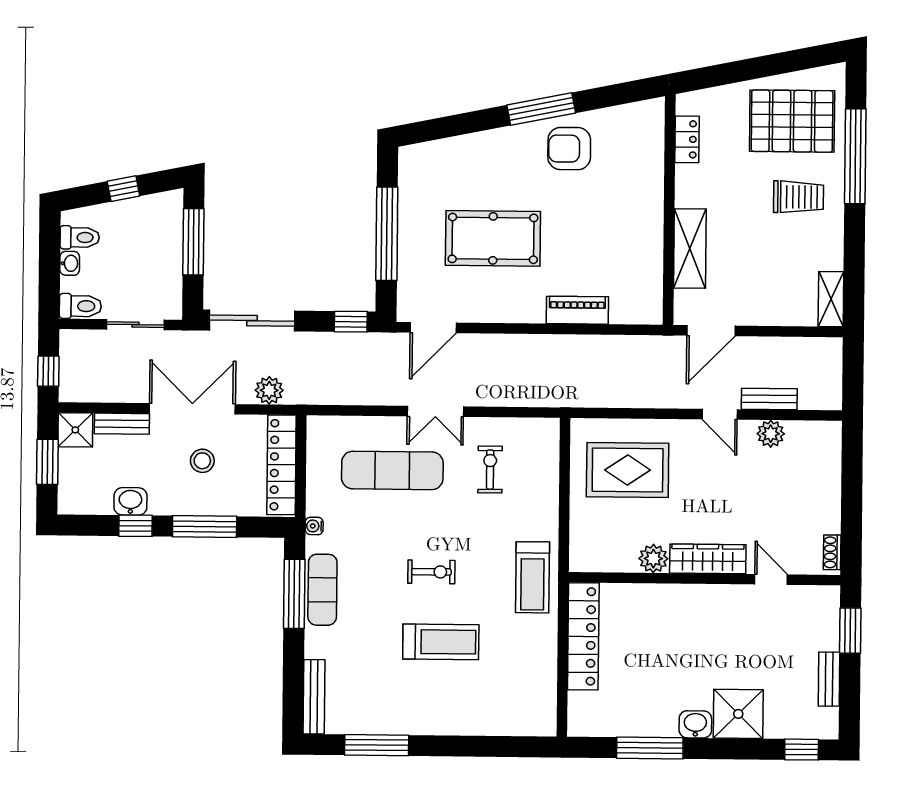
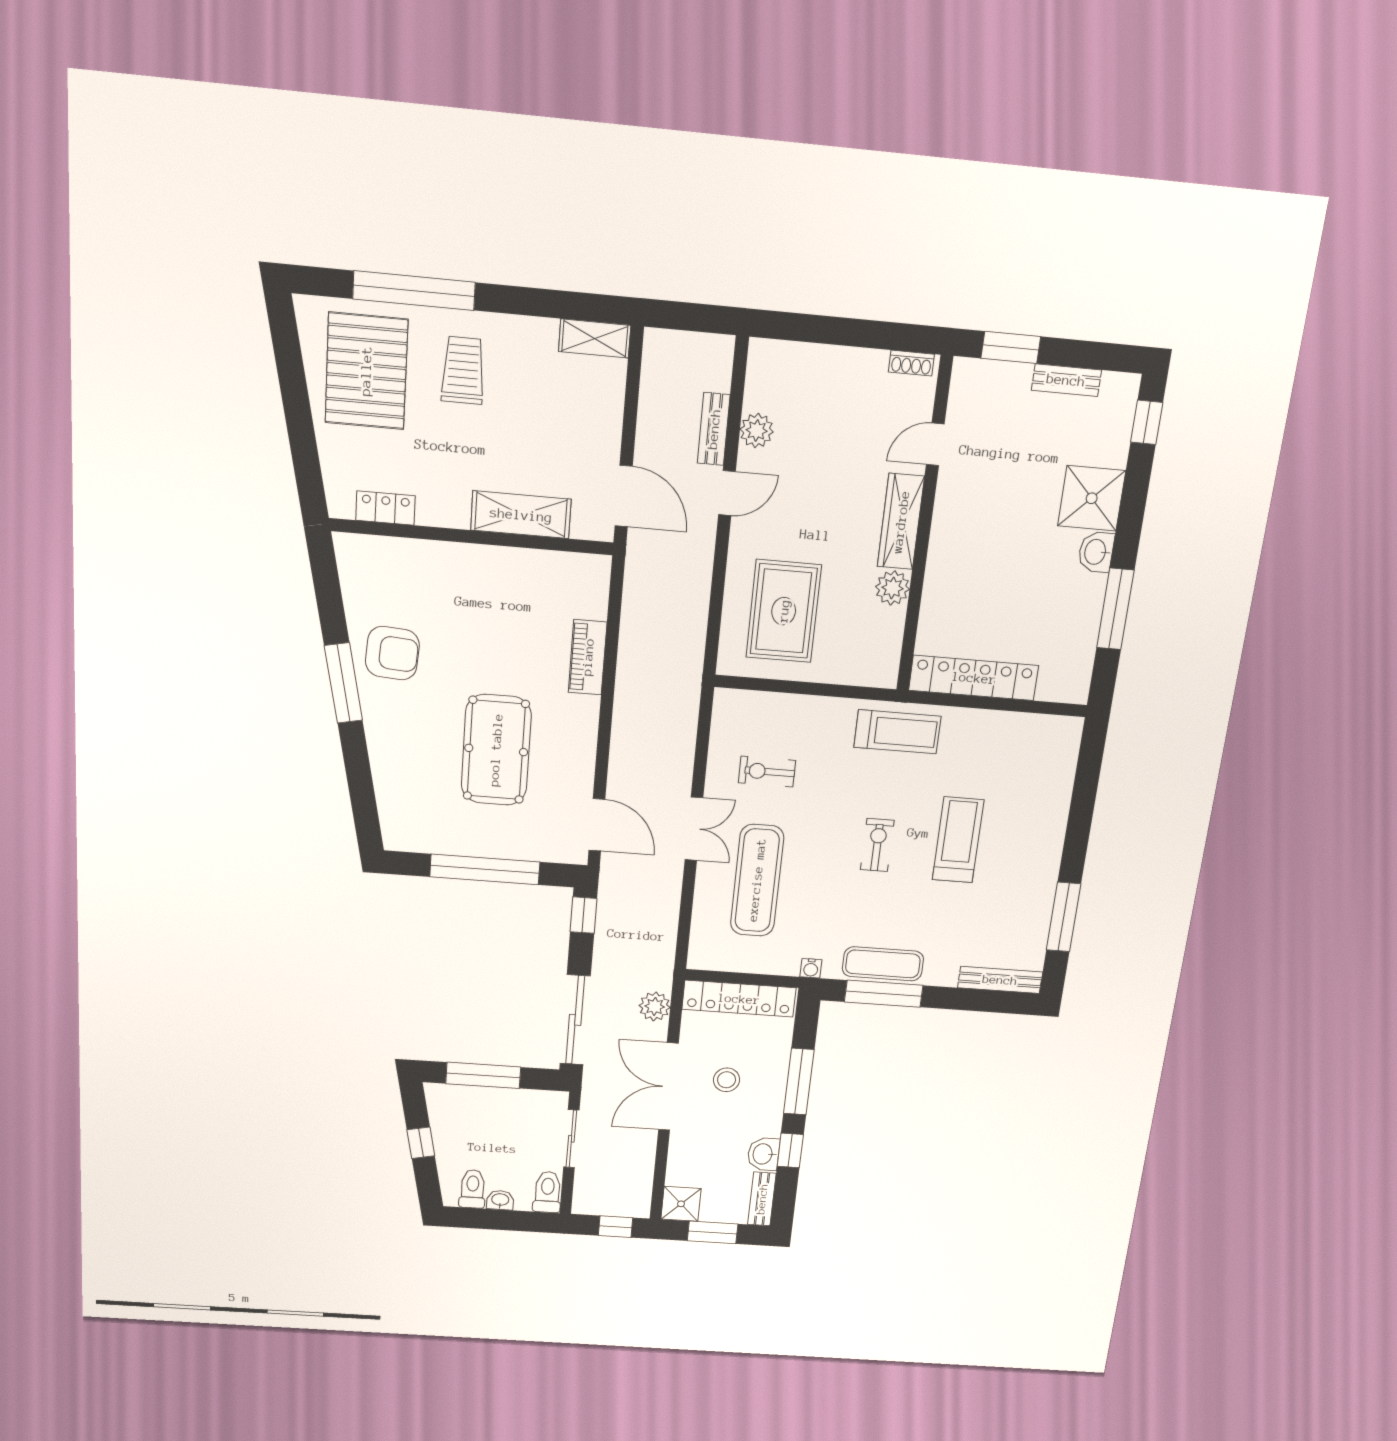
armchair: (569, 149) -> (392, 653), turned -86
bench: (122, 424) -> (762, 1199), moved

